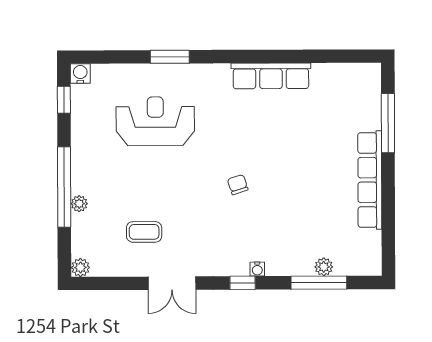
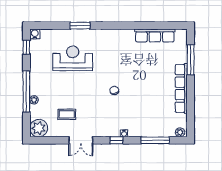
row of seats: (271, 76) -> (155, 35), moved
plant: (80, 267) -> (39, 128), width x1.87, depth x1.87
plant: (324, 267) -> (180, 132), moved

